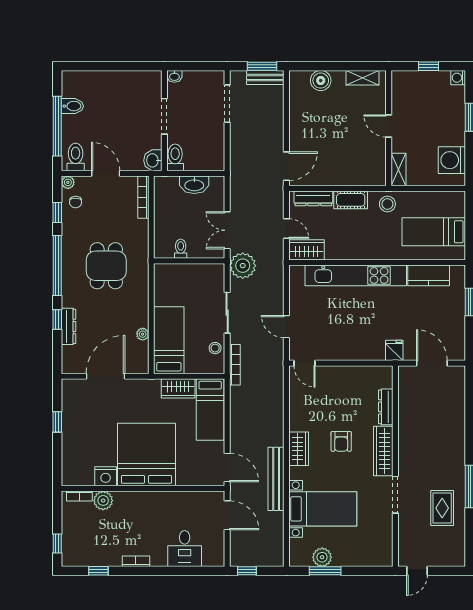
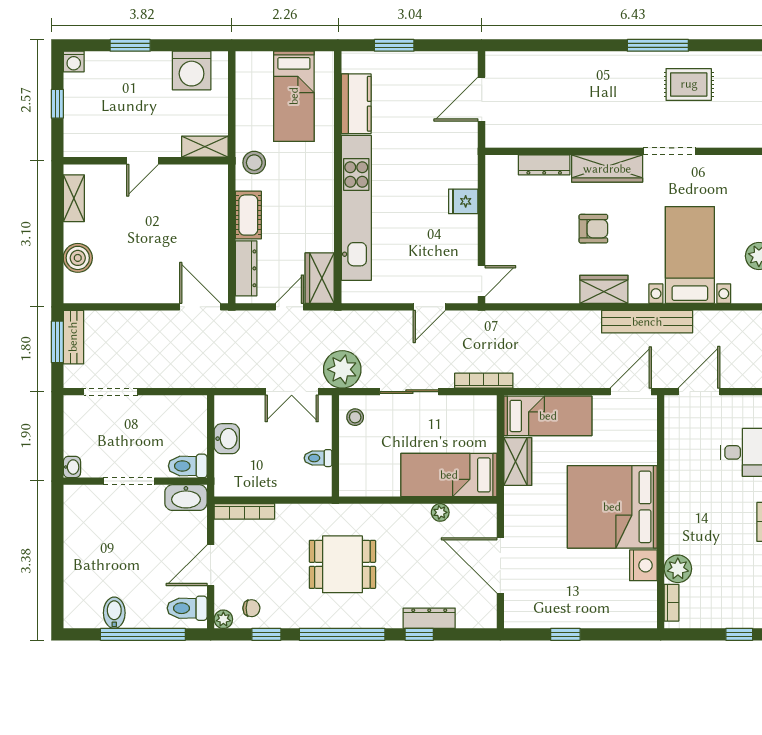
washbasin: (153, 160) -> (186, 498), width x1.38
washbasin: (194, 185) -> (227, 439), width x0.72
stool: (215, 348) -> (355, 417), moved
fridge: (394, 350) -> (463, 201), moved

